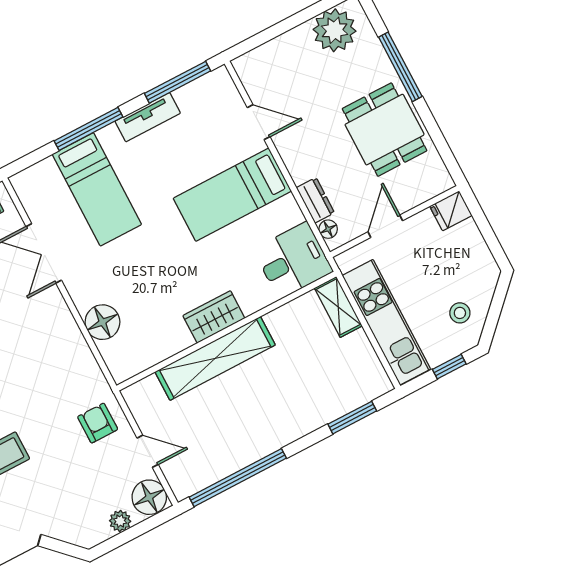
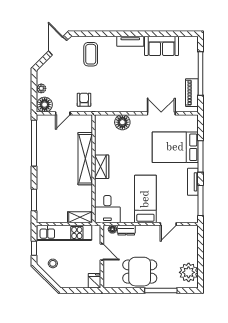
bed: (97, 189) -> (175, 147), width x1.50
armchair: (98, 423) -> (84, 100), turned -90

